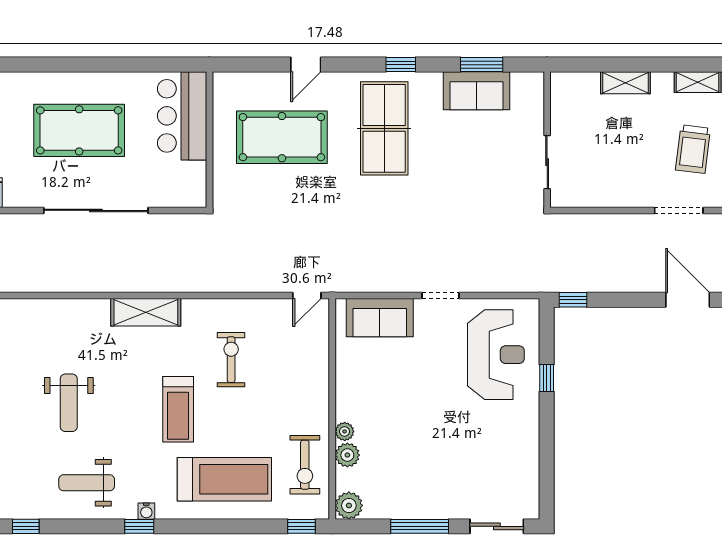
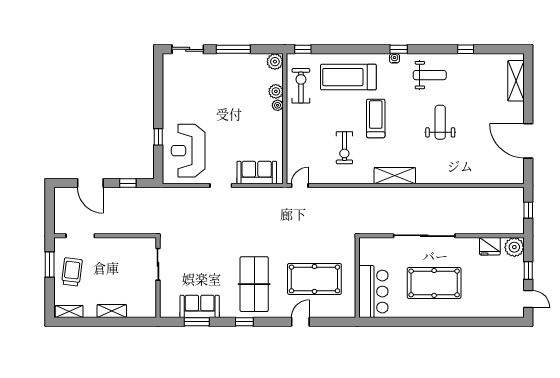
window: (573, 300) -> (128, 183), moved
door: (688, 300) -> (90, 183), moved

